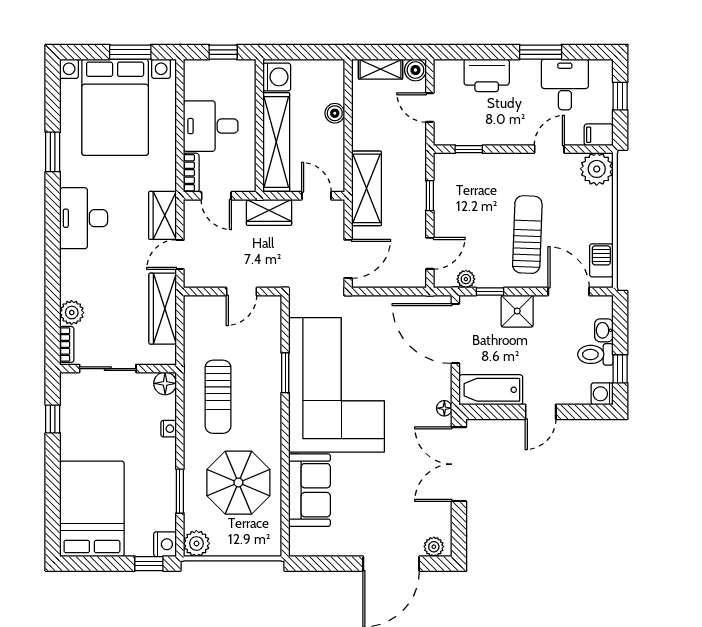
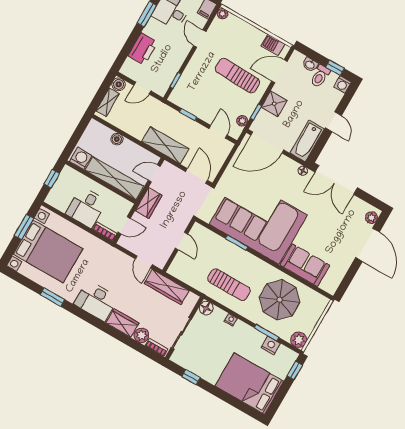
plant: (597, 169) -> (223, 14), width x0.53, depth x0.53
wardrobe: (162, 215) -> (122, 323), moved, turned 180
nightstand: (165, 544) -> (271, 345), moved

